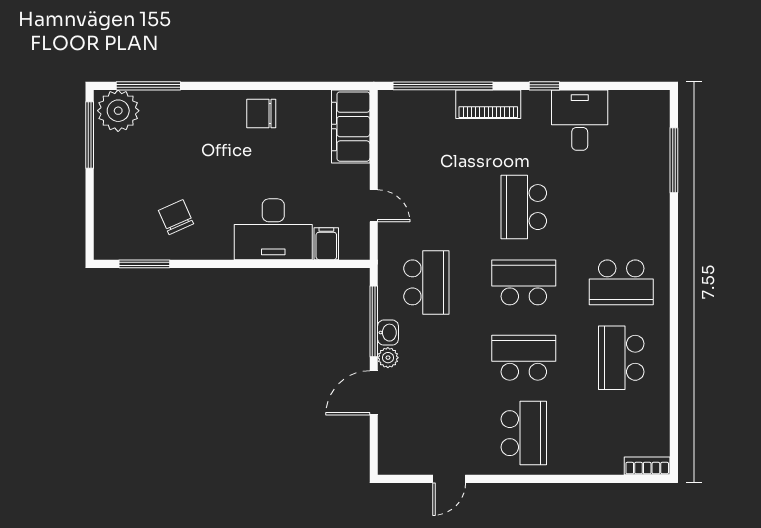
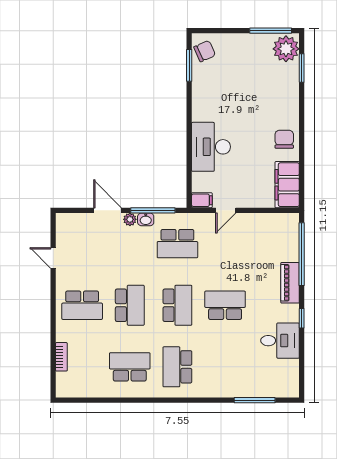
window: (148, 86) -> (302, 68), width x0.69
filing cabinet: (351, 127) -> (287, 185), moved, turned -90
chair: (176, 217) -> (205, 51), moved
filing cabinet: (326, 244) -> (202, 200), moved
bookcase: (647, 466) -> (61, 357), moved

